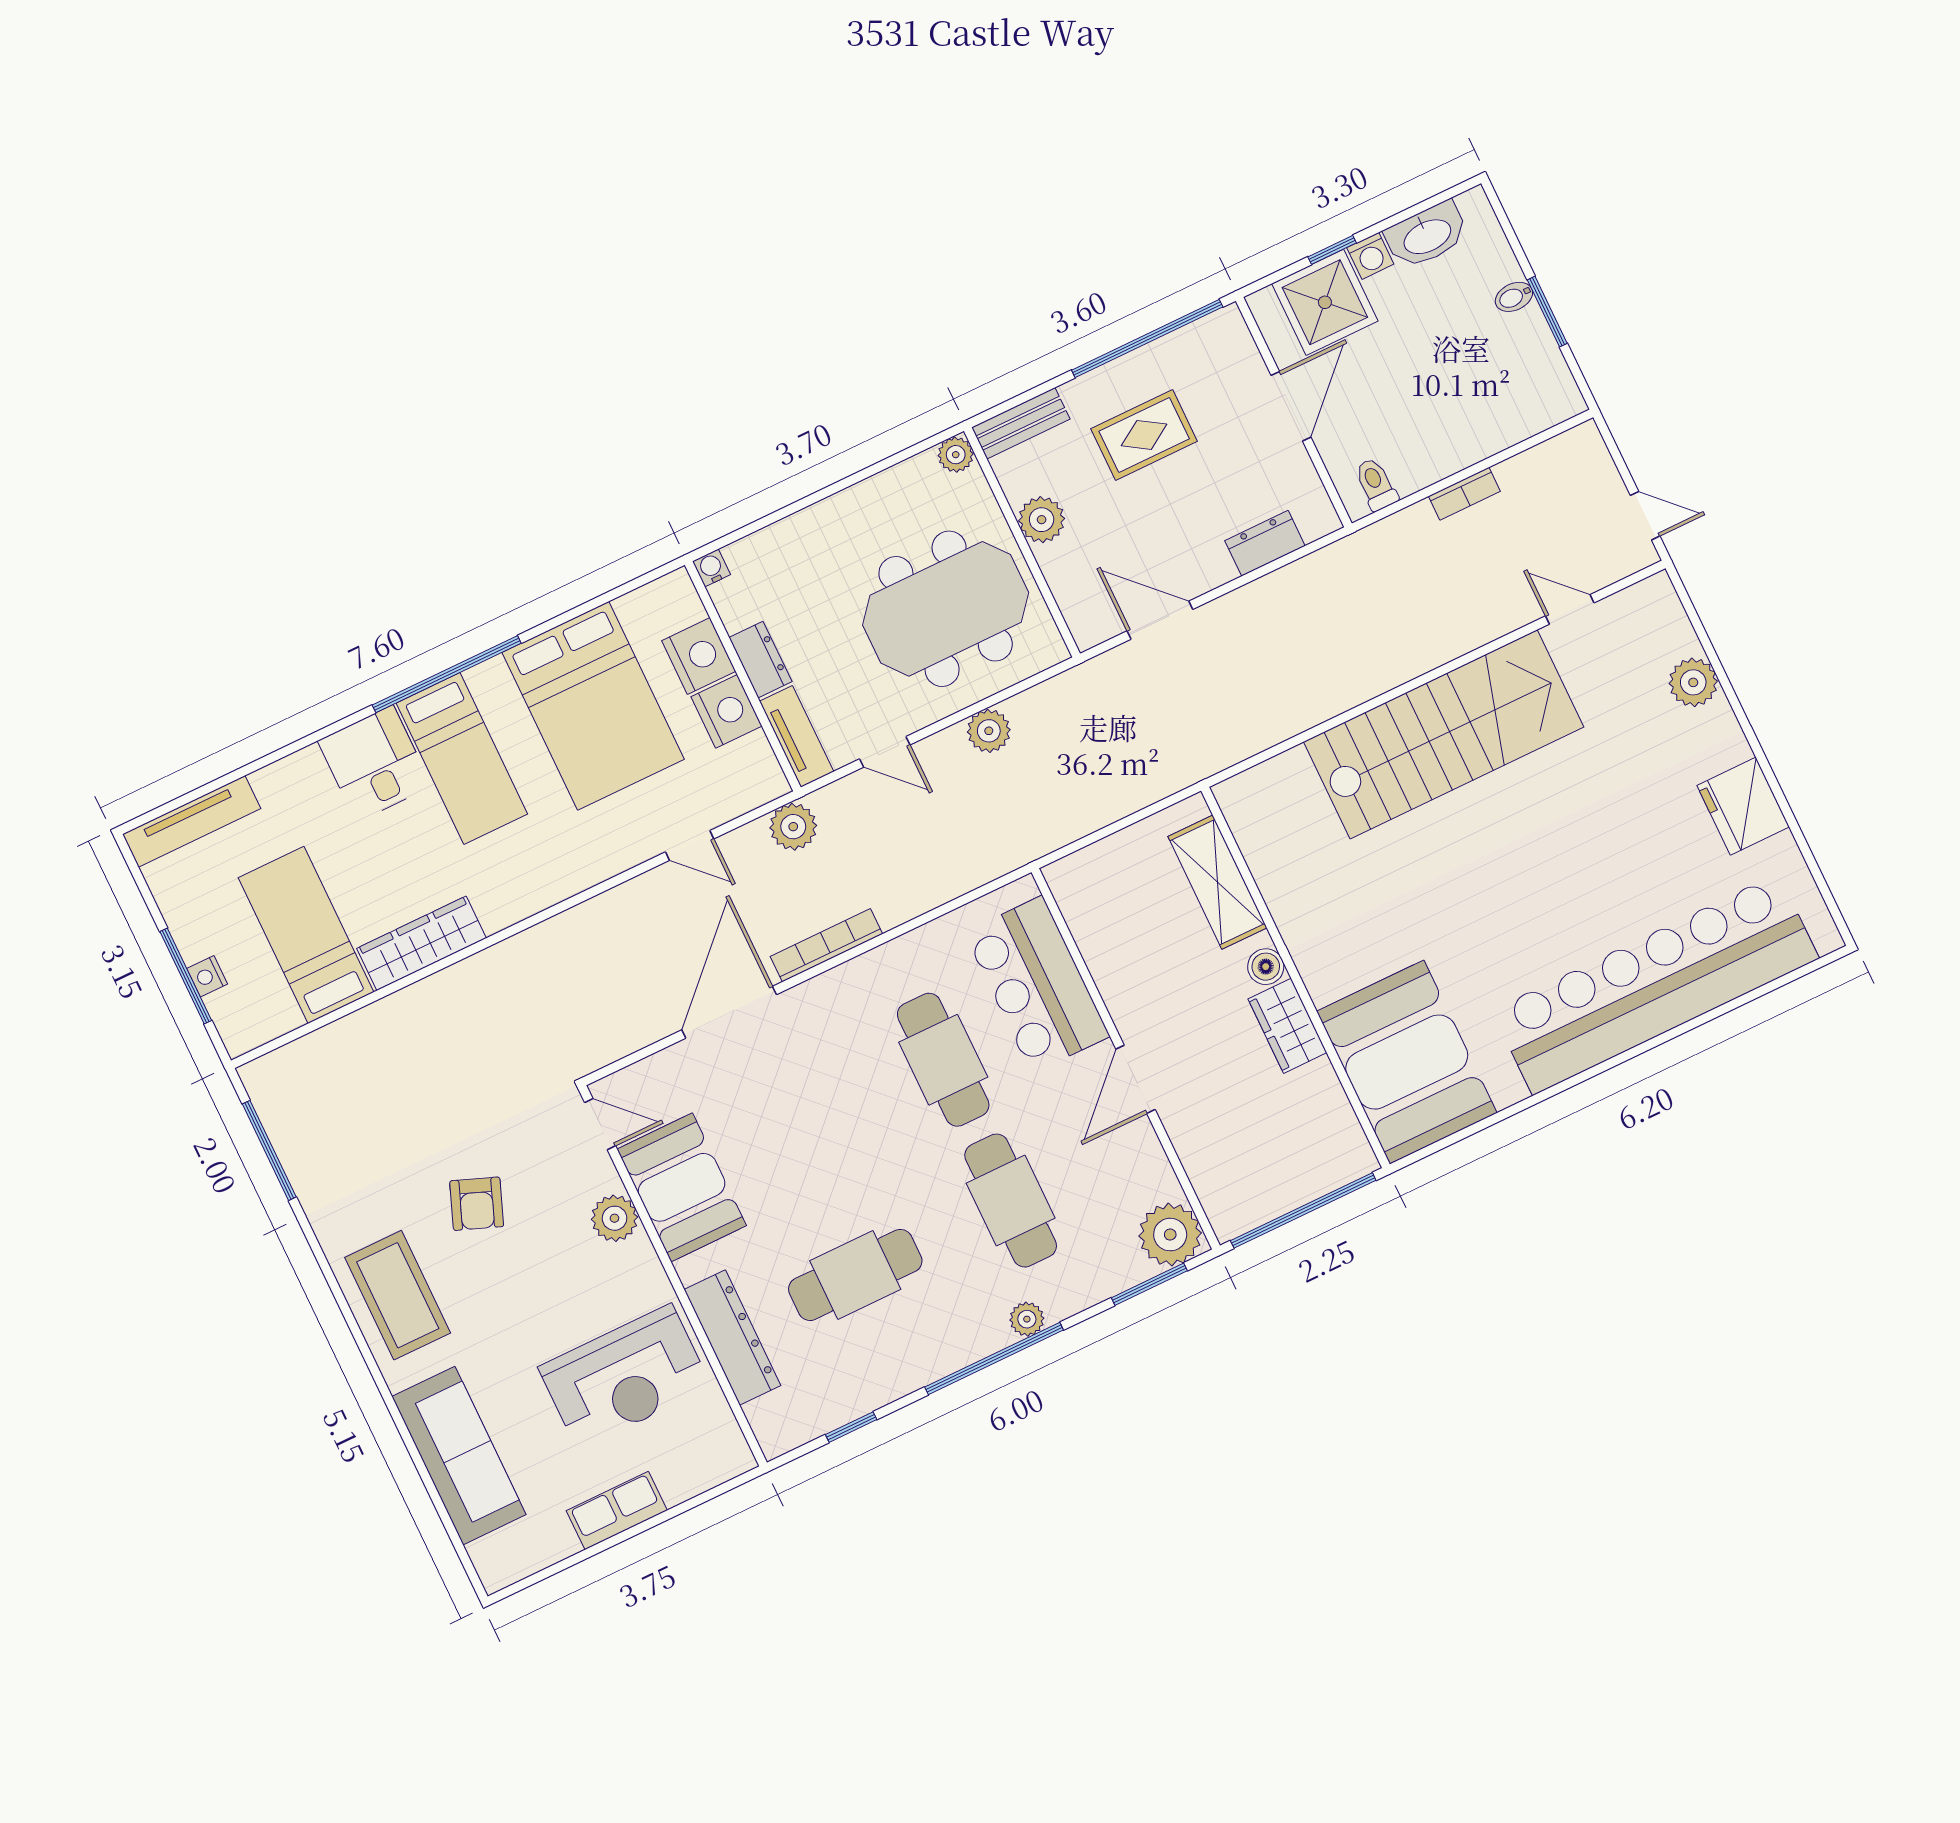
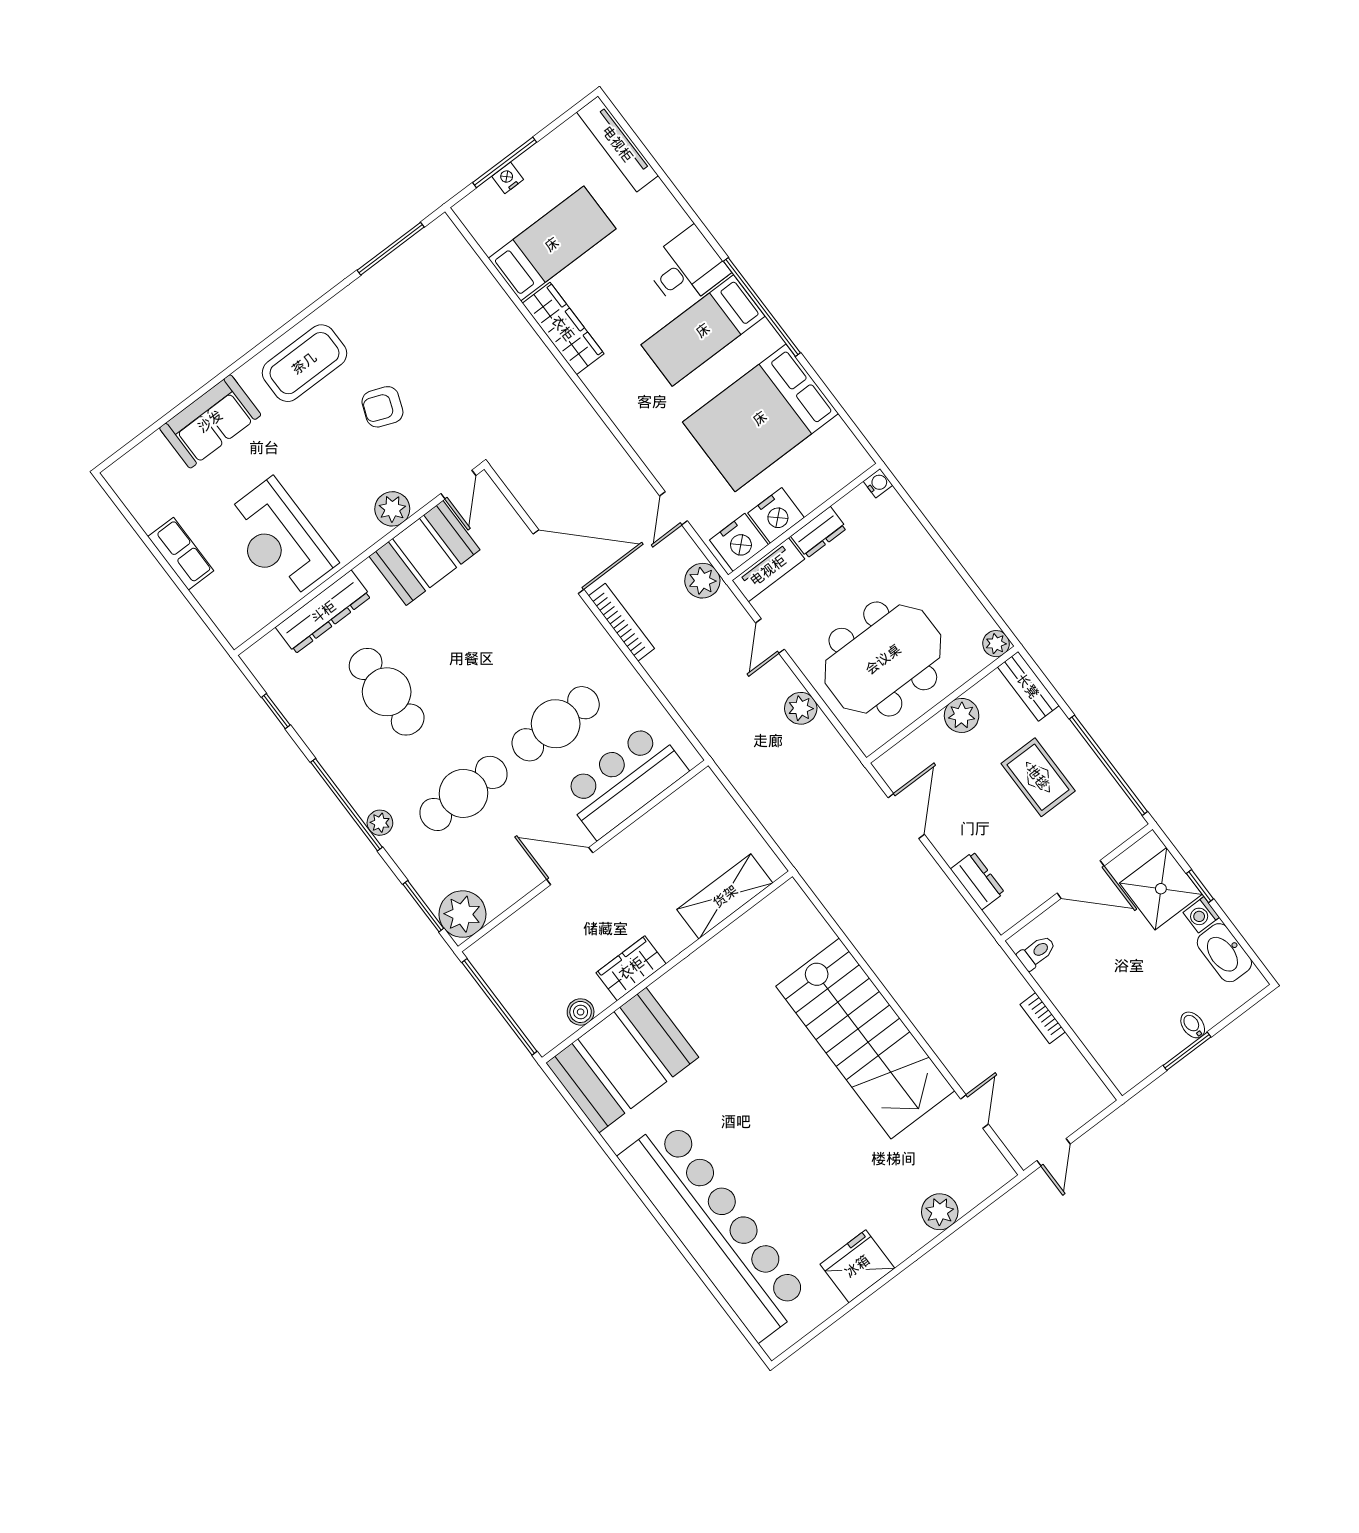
meeting table: (946, 609) -> (883, 659), turned 90
nightstand: (699, 656) -> (739, 542), moved
boiler: (1266, 967) -> (581, 1012), moved
sofa: (459, 1456) -> (210, 421), width x0.73

